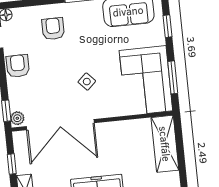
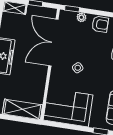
window: (173, 77) -> (66, 126), removed
plant: (17, 118) -> (81, 17), moved

